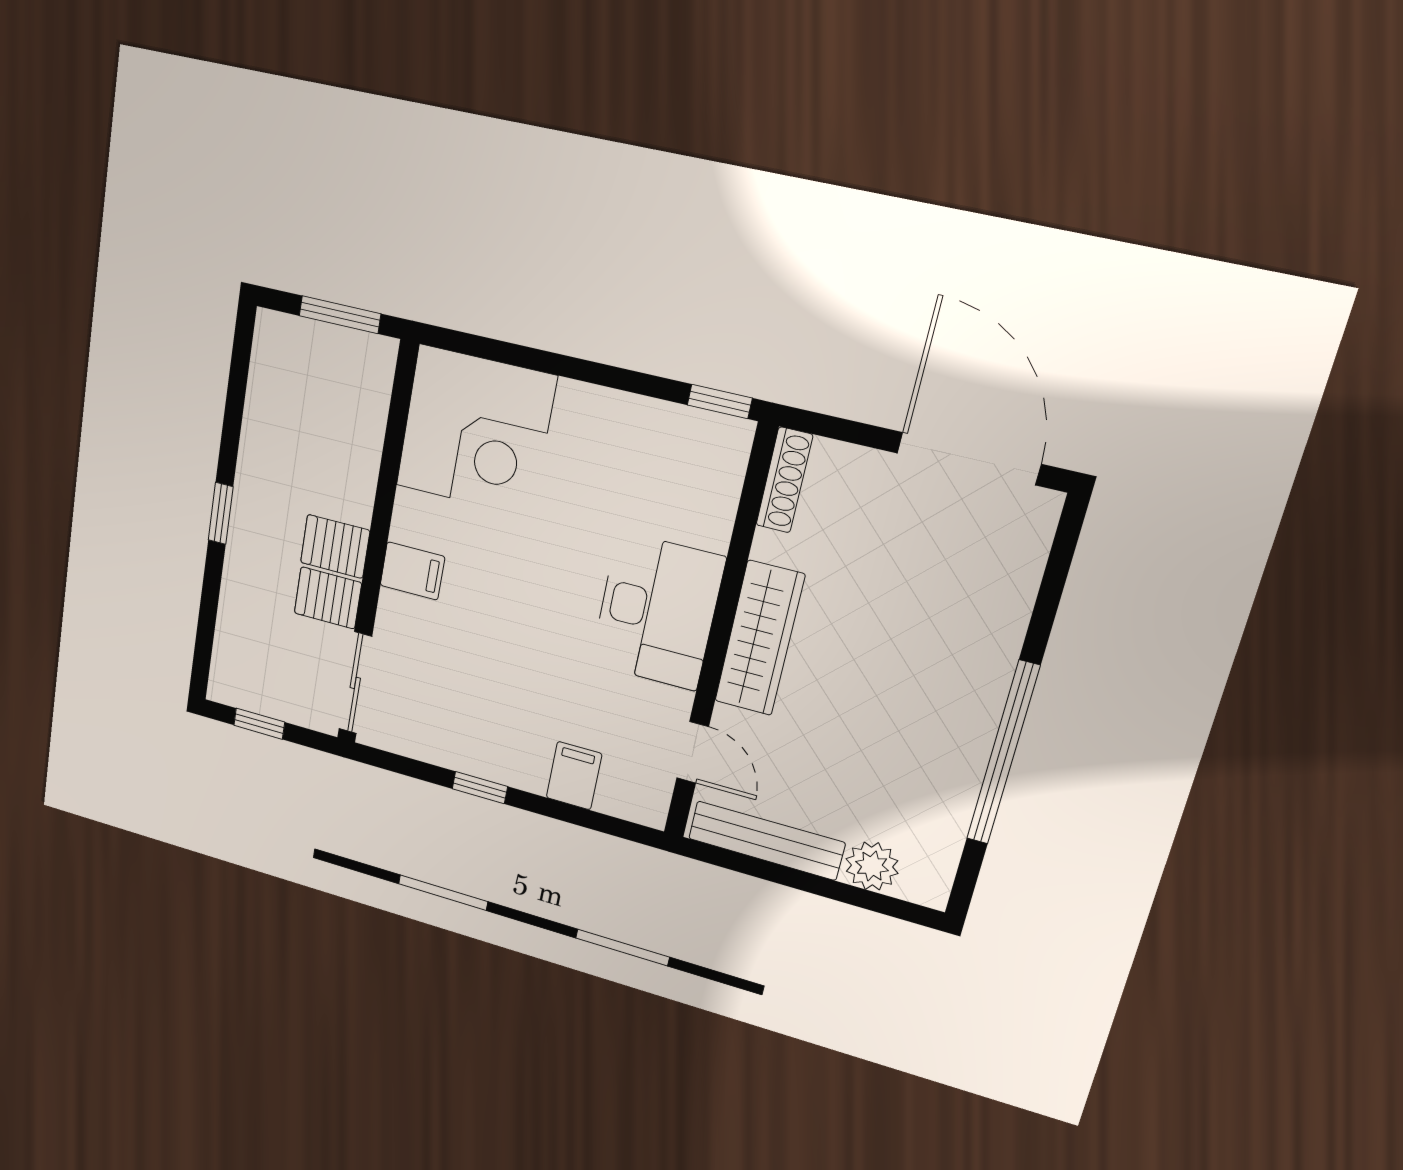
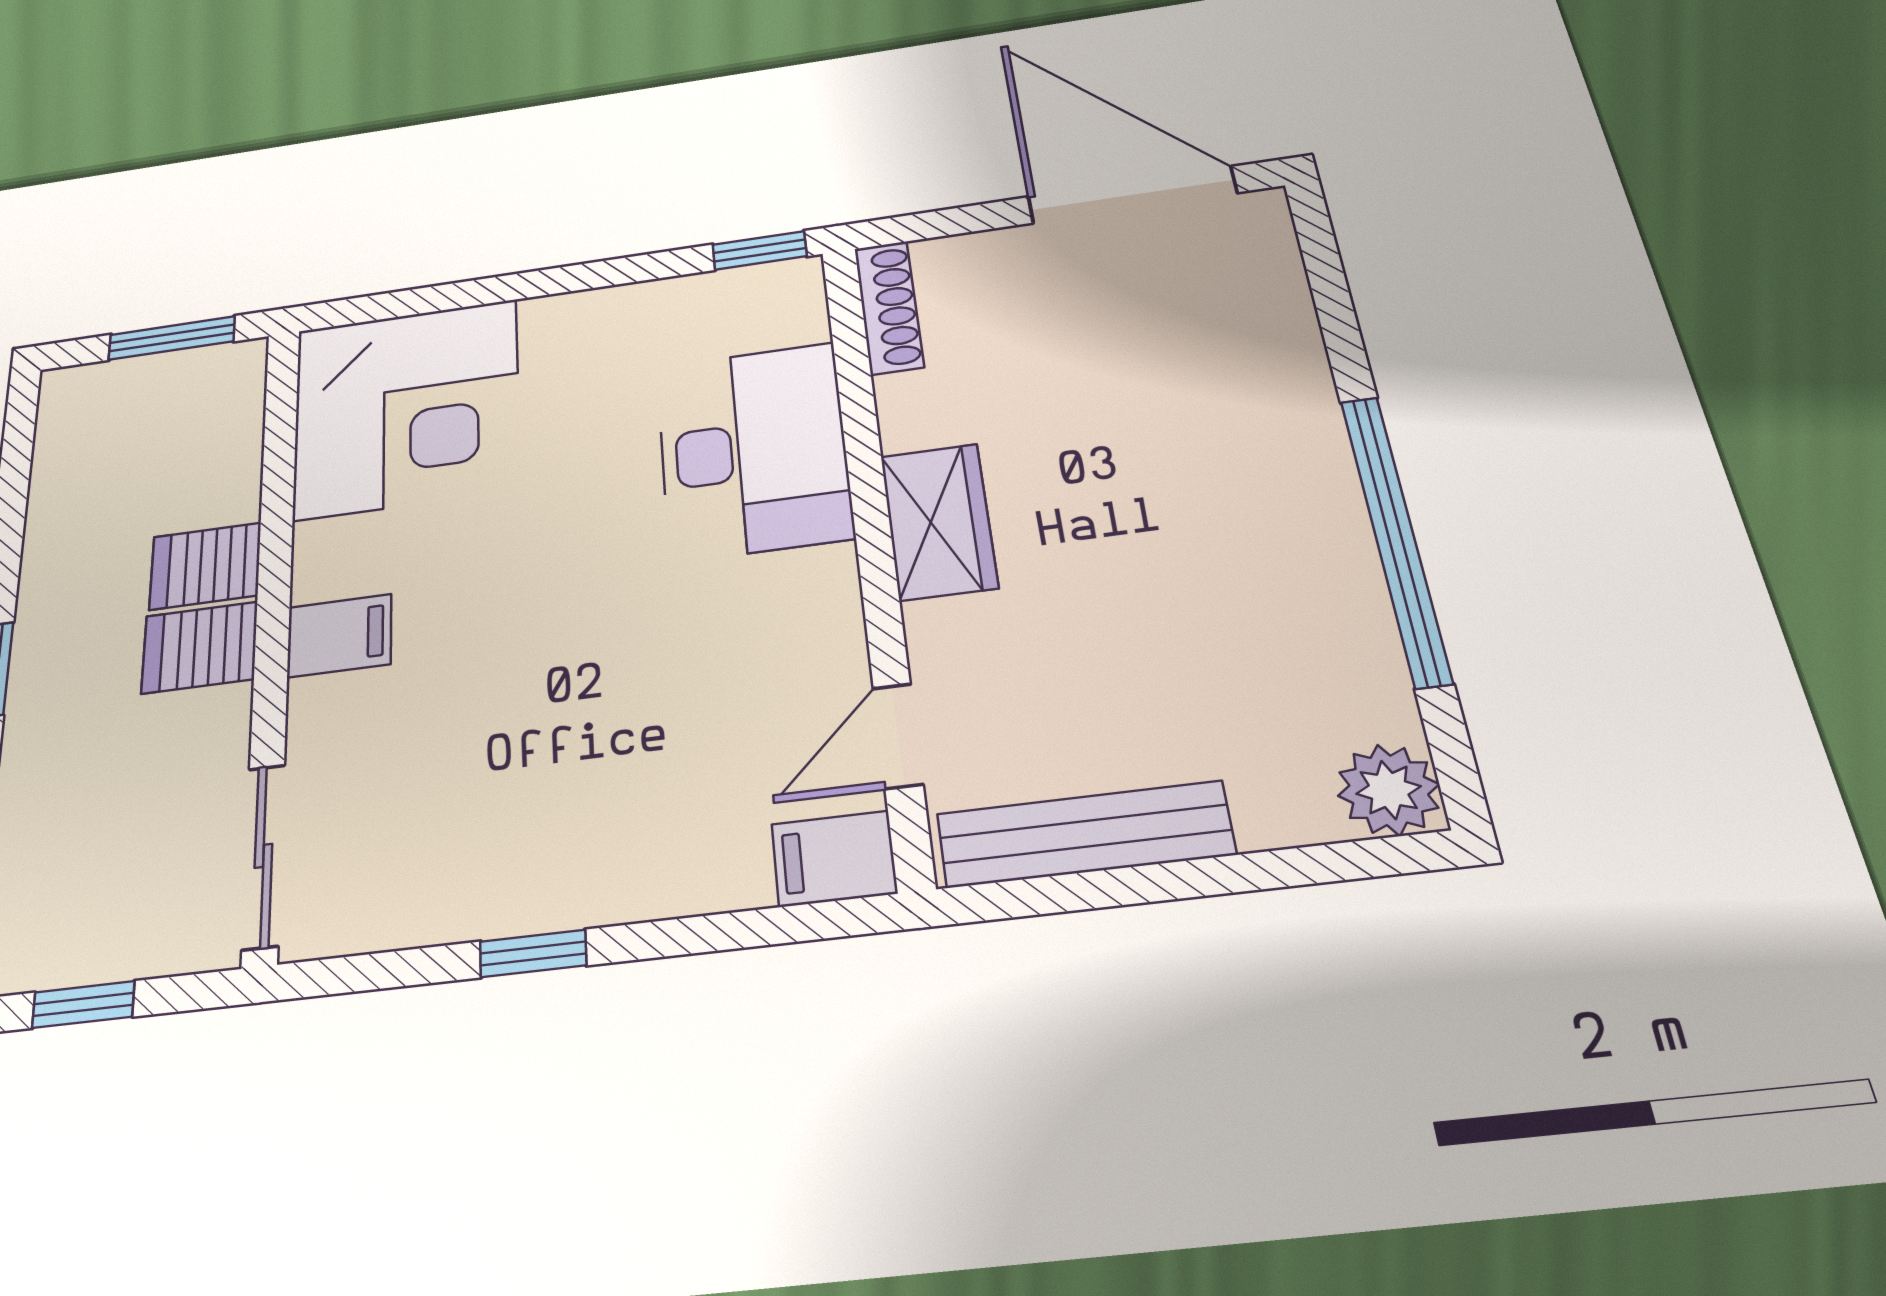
server rack: (328, 598) -> (205, 566), moved
desk: (657, 611) -> (753, 451), moved
wardrobe: (760, 638) -> (939, 521), width x0.67
door: (693, 752) -> (898, 736), swing flipped
filing cabinet: (574, 776) -> (834, 859), moved, turned -90
plant: (872, 866) -> (1389, 790), moved

